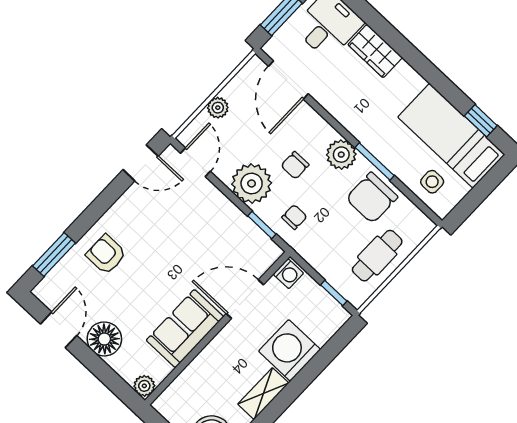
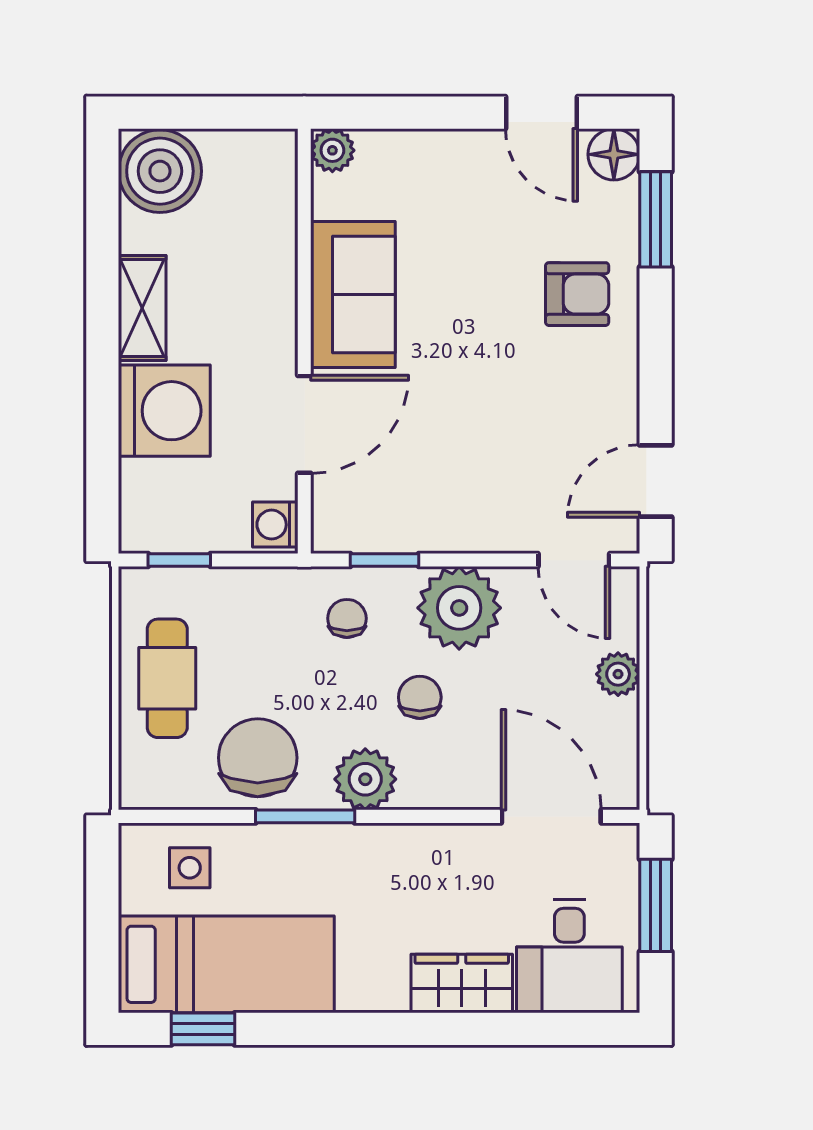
chair: (294, 217) -> (347, 618), turned 180
floor lamp: (104, 339) -> (614, 154), moved, width x0.73, depth x0.73

